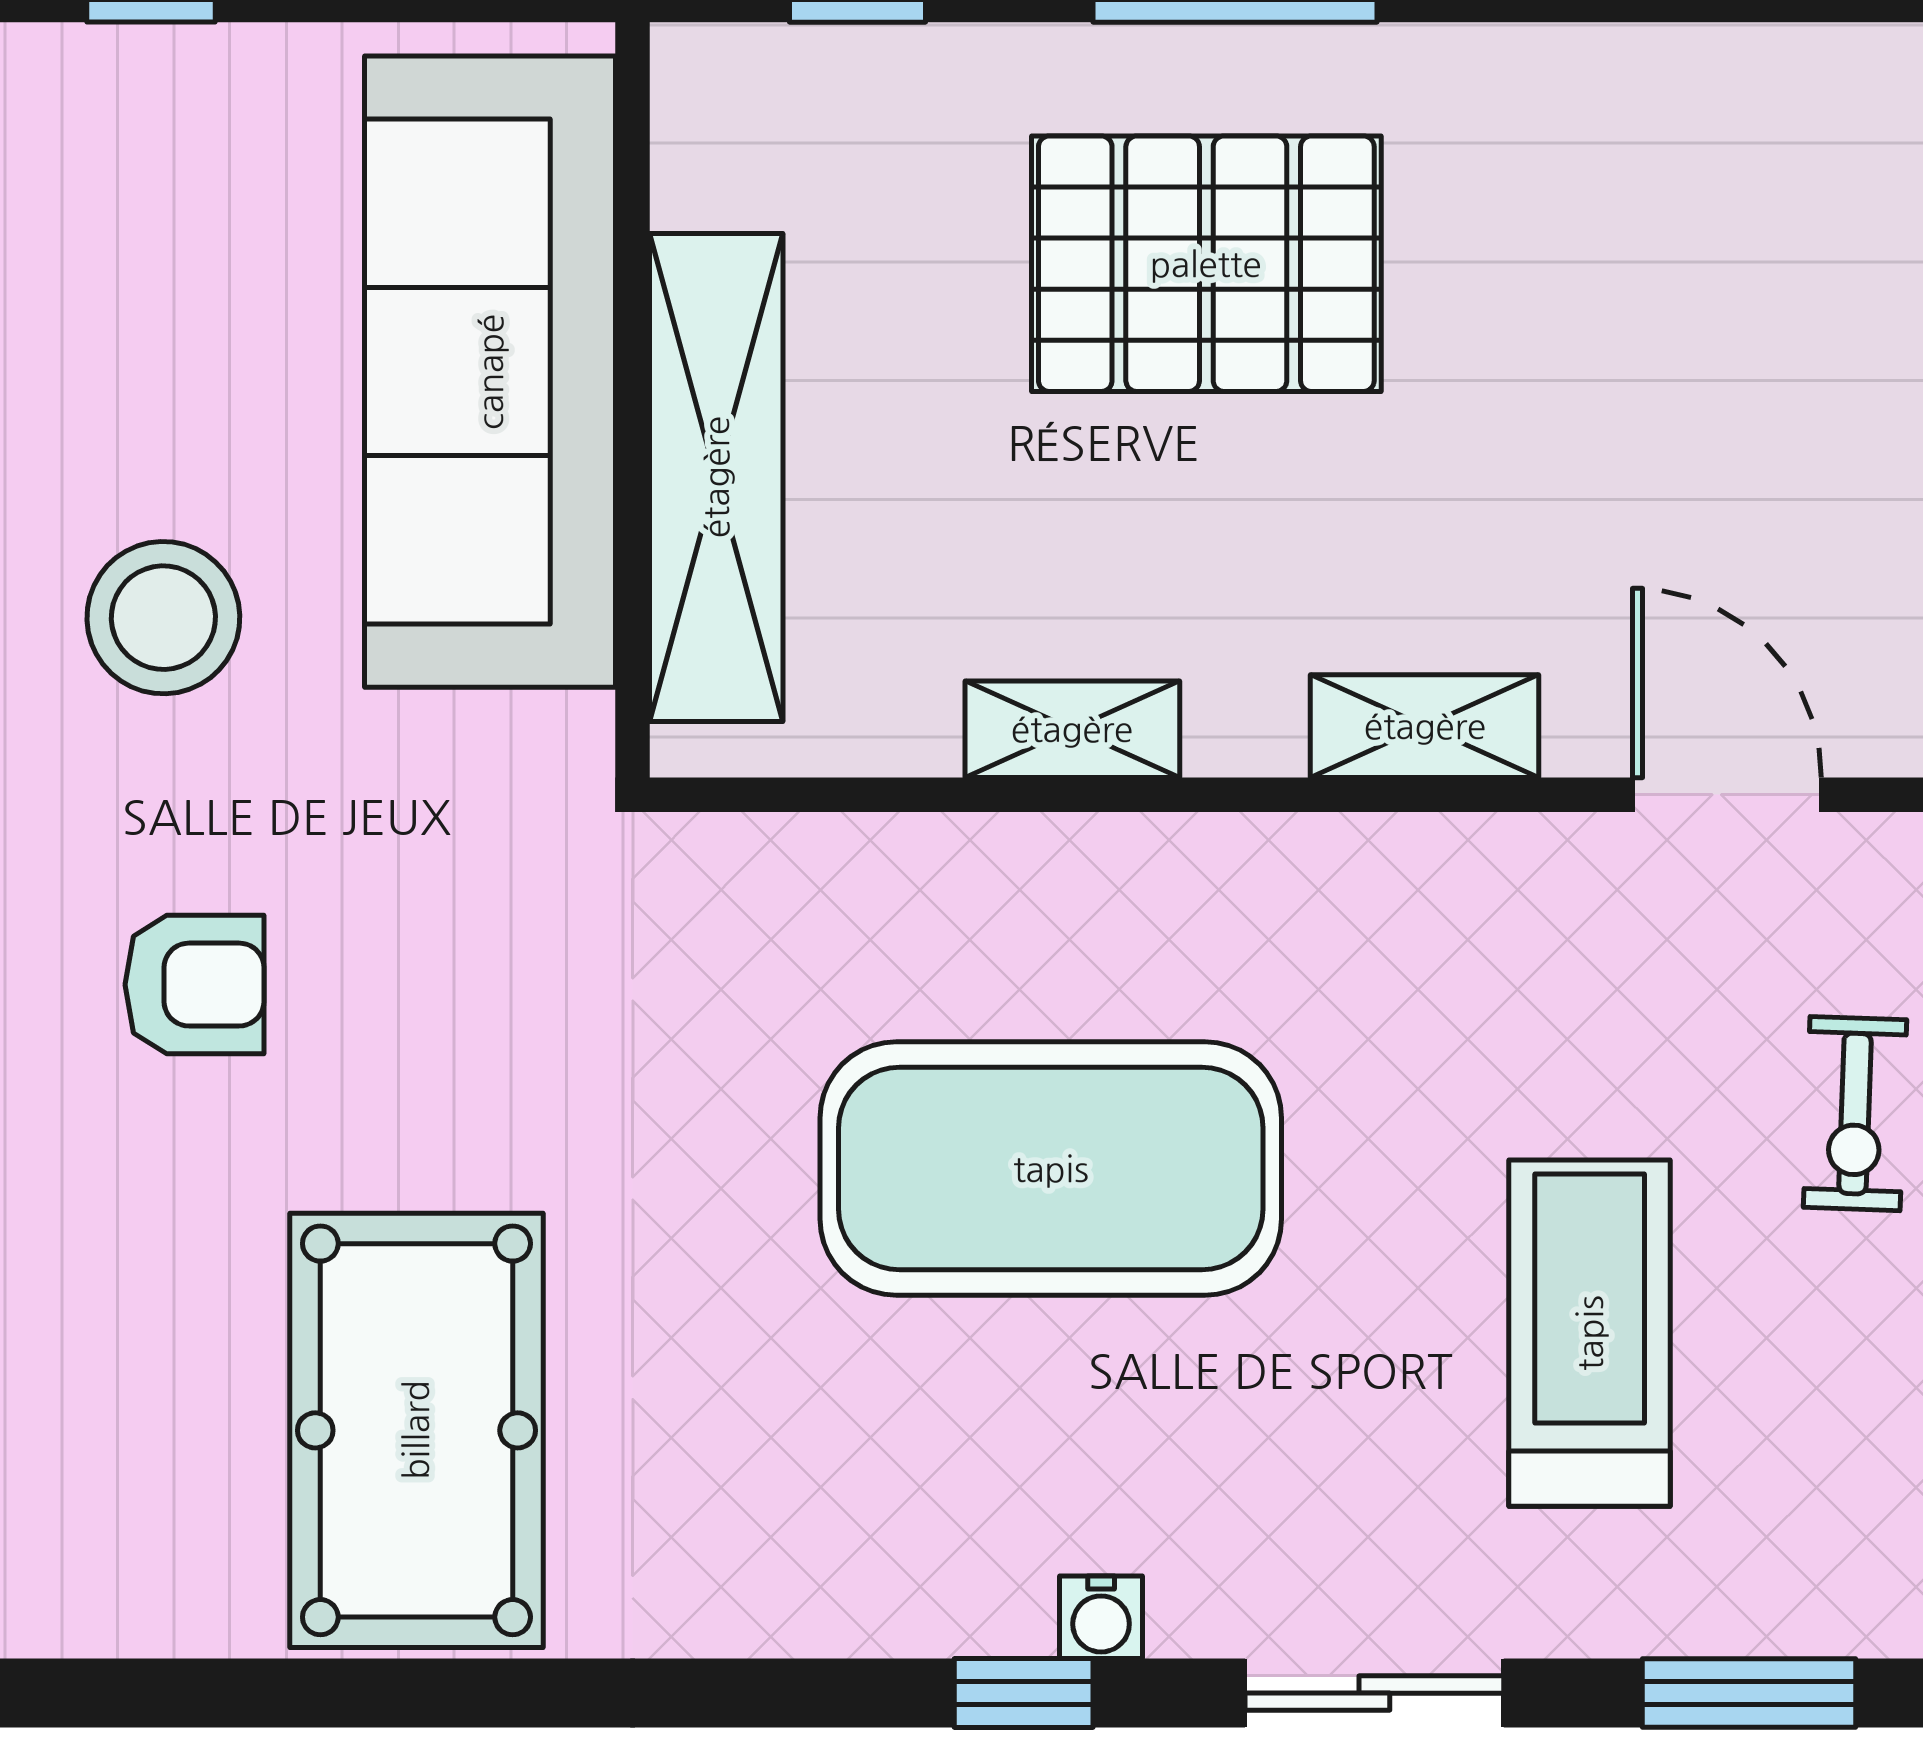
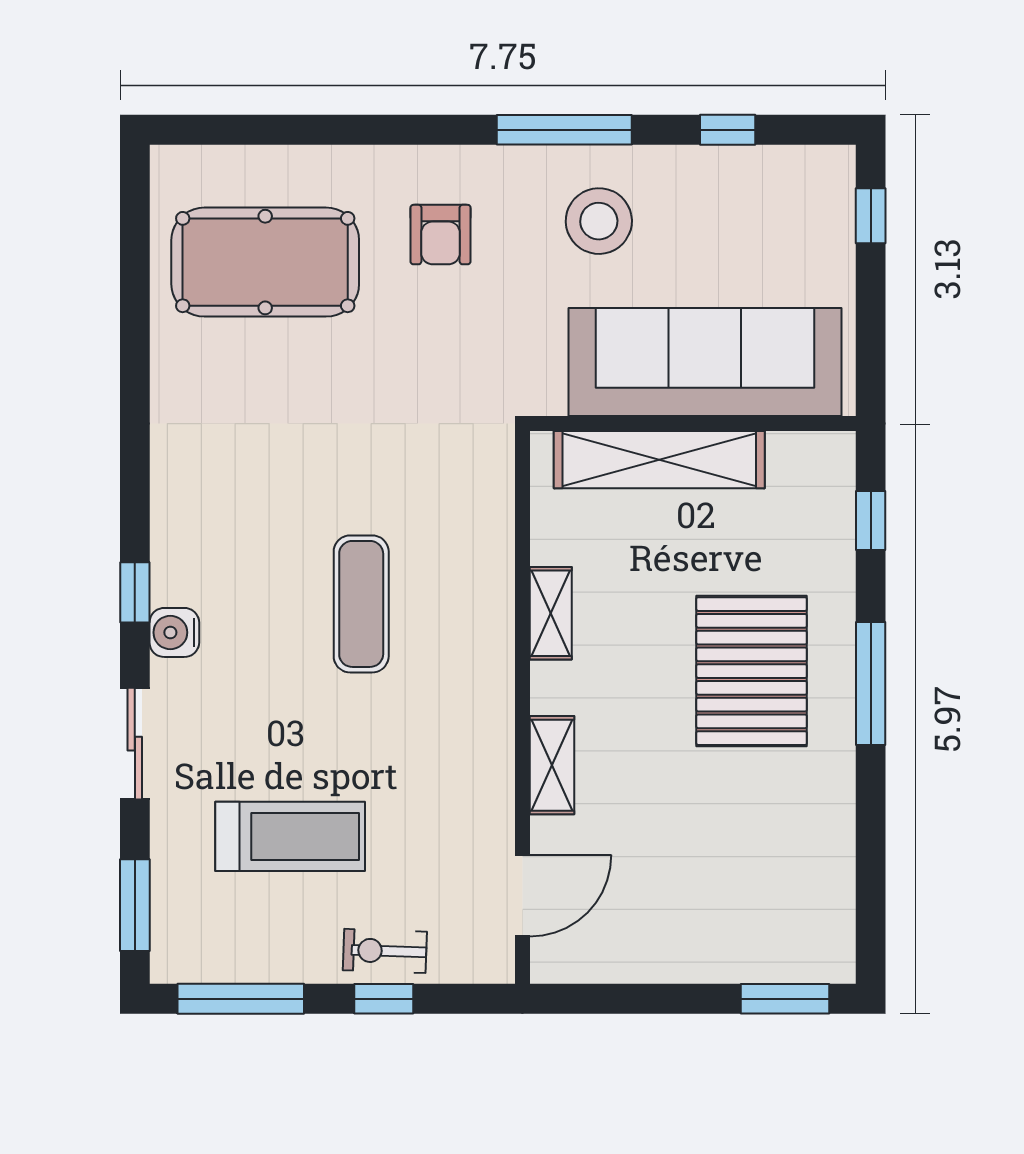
exercise mat: (1051, 1169) -> (361, 604), width x0.50, depth x0.69
pool table: (416, 1430) -> (265, 262), moved
water cooler: (1101, 1617) -> (174, 632), width x1.38, depth x1.38

